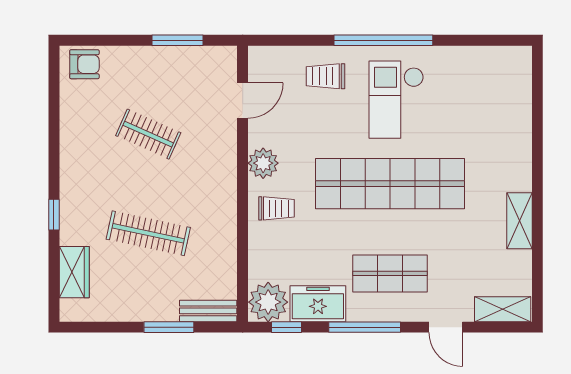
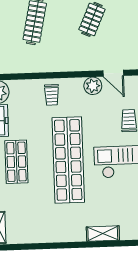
plant: (263, 163) -> (93, 86), moved
shelving: (519, 221) -> (103, 234), moved

